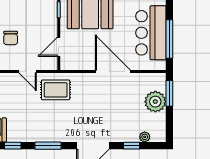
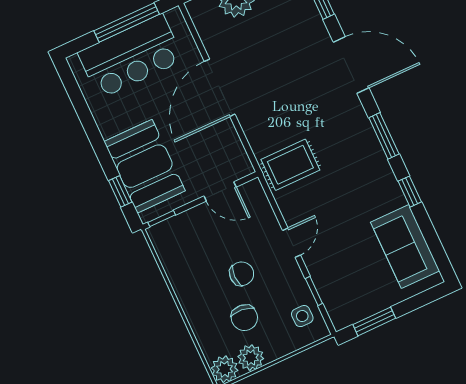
door: (28, 72) -> (292, 243), moved
rug: (56, 90) -> (290, 165), turned 90

